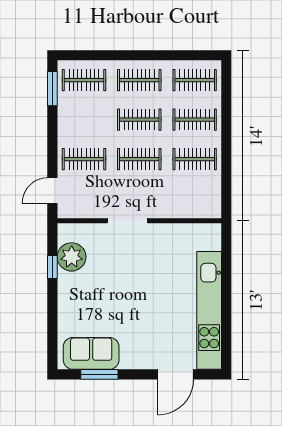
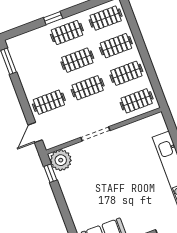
window: (129, 55) -> (53, 18), added
clothes rail: (84, 80) -> (137, 101), moved
plant: (72, 257) -> (61, 160), moved
window: (52, 267) -> (50, 173), moved

